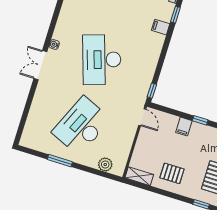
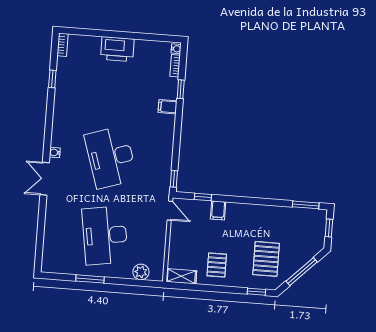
window: (200, 120) -> (203, 197), moved
desk: (81, 126) -> (105, 235), turned -33
pallet: (172, 173) -> (217, 265), turned 90

